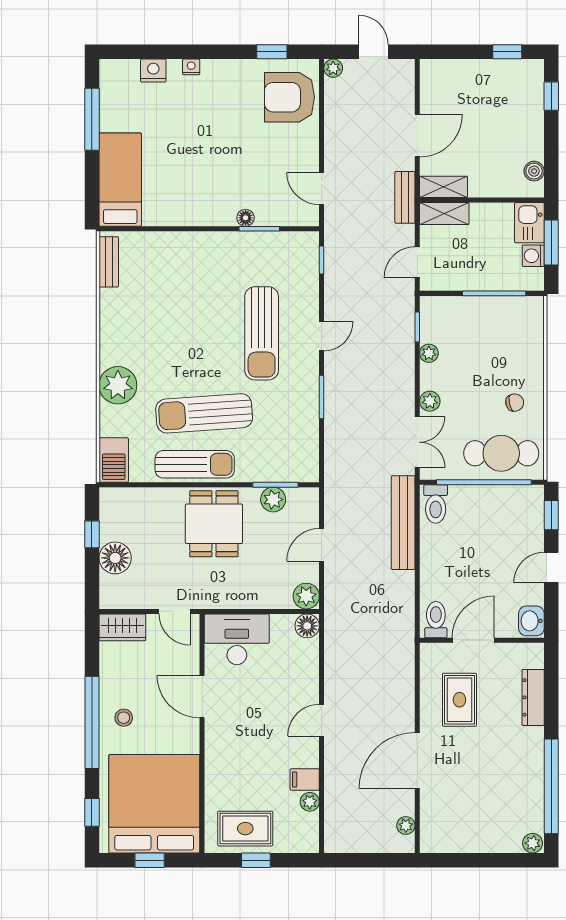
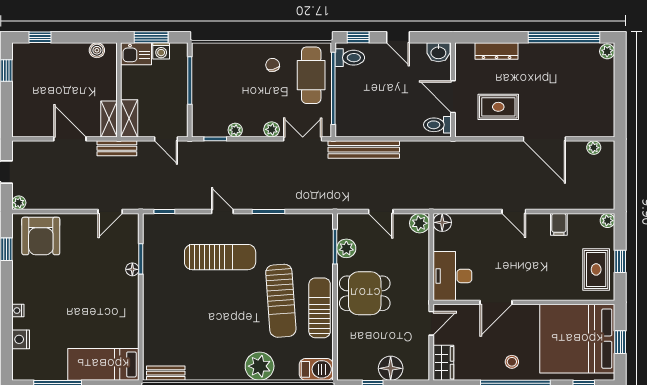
toilet: (436, 504) -> (350, 58), moved
plant: (310, 802) -> (607, 221), moved

